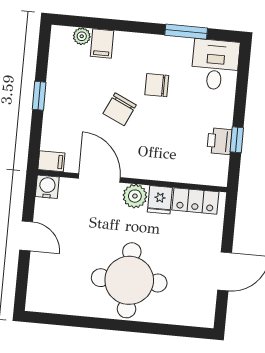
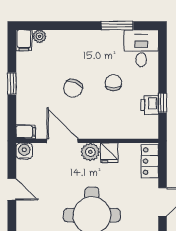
filing cabinet: (102, 43) -> (24, 40), moved
chair: (157, 85) -> (113, 83), moved, turned 90
locker: (195, 201) -> (150, 161), moved, turned 90

